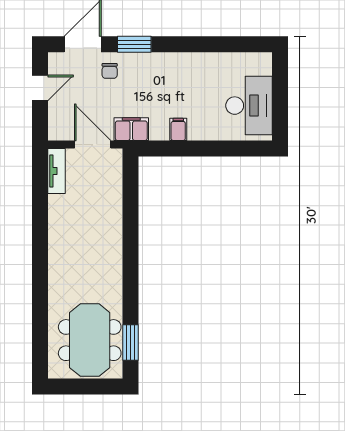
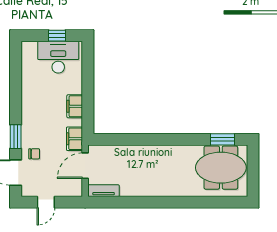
door: (40, 88) -> (46, 202), swing flipped
window: (280, 104) -> (57, 36), added
filing cabinet: (178, 129) -> (75, 106), width x2.00

